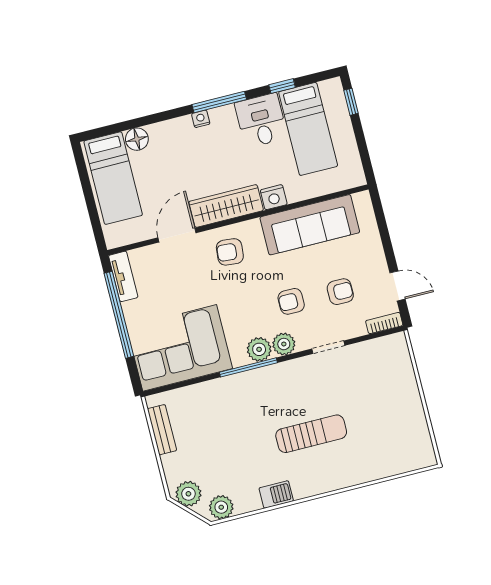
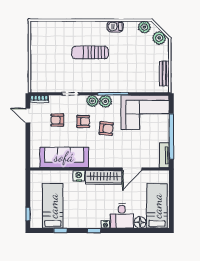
window: (219, 102) -> (94, 231), width x0.46
desk: (261, 121) -> (122, 216), moved
armchair: (230, 252) -> (106, 128), moved

